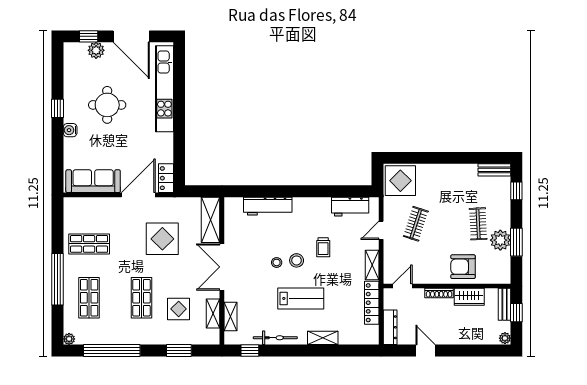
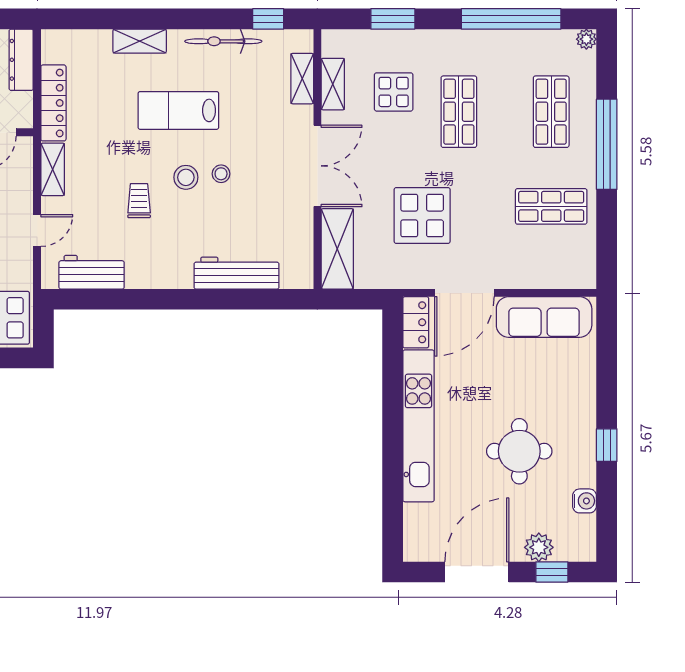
door: (131, 36) -> (477, 572), hinge flipped
kitchen unit: (164, 89) -> (418, 426), moved
water cooler: (70, 130) -> (585, 501), moved

